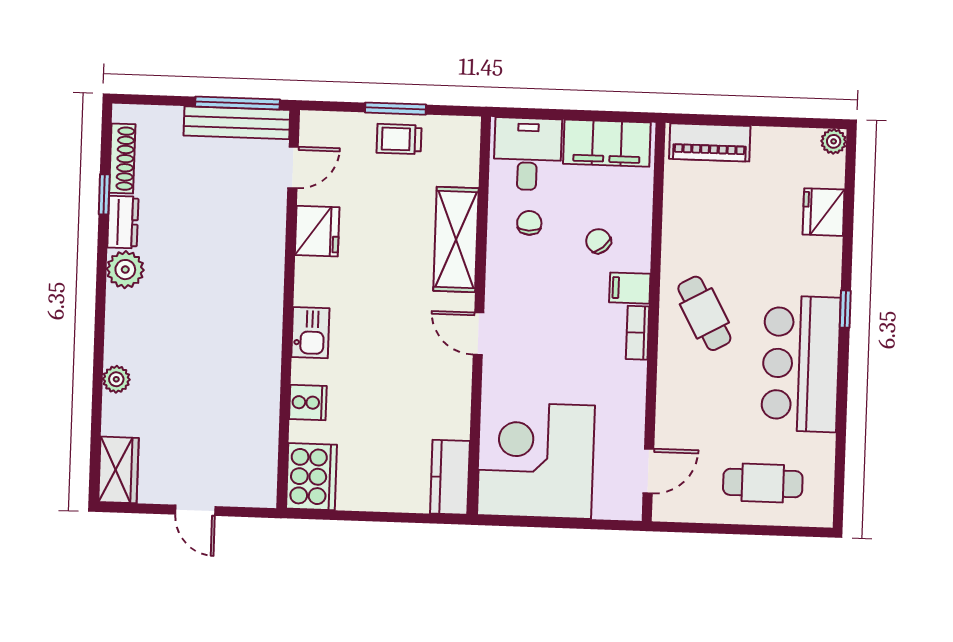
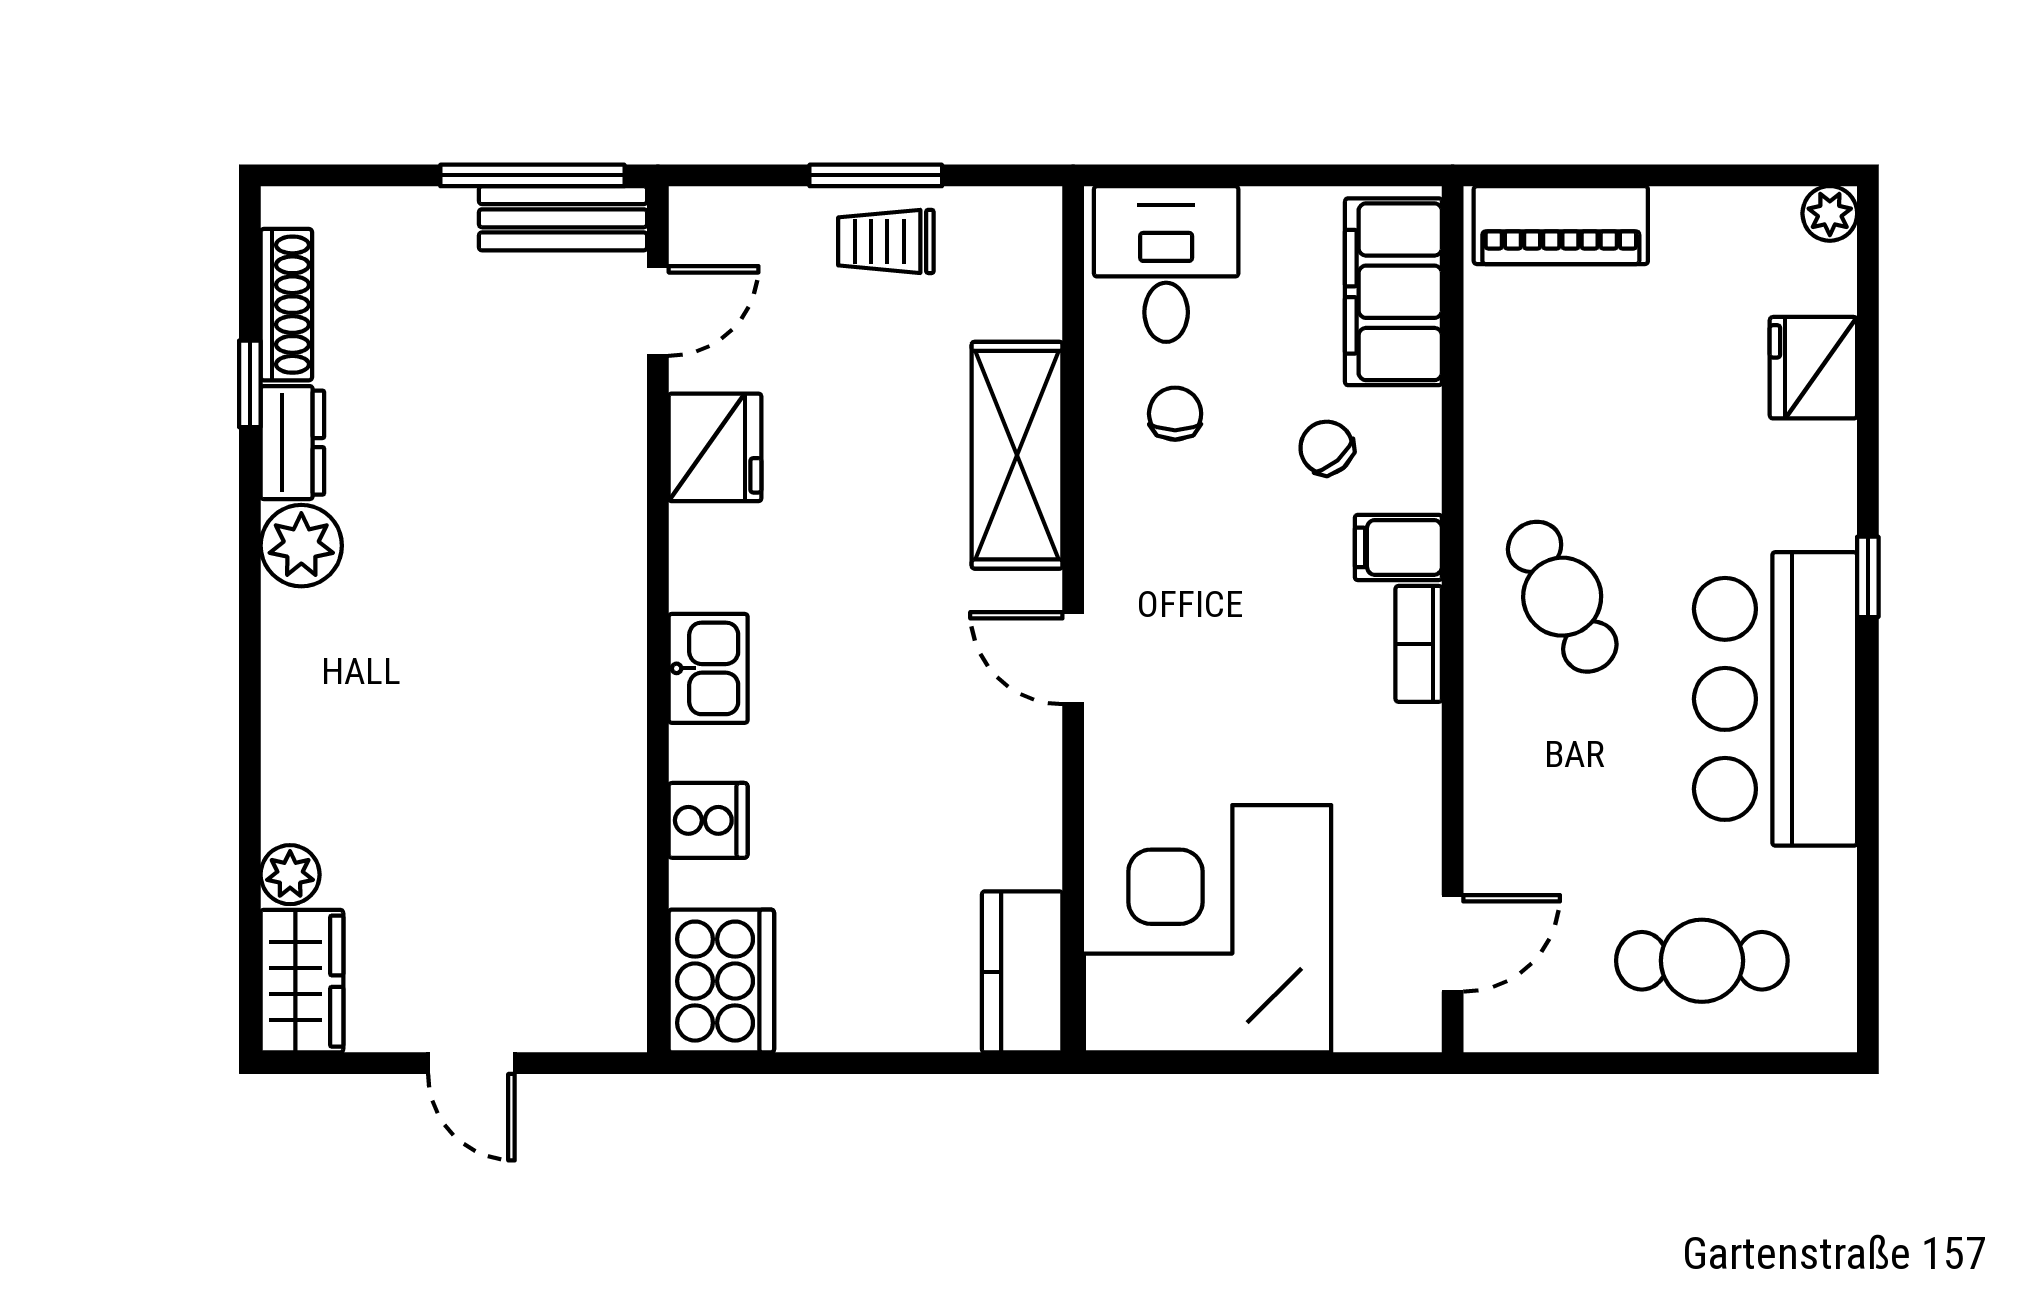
bench: (237, 123) -> (563, 218), width x0.73
filing cabinet: (607, 143) -> (1393, 292), moved, turned 90
plant: (116, 379) -> (290, 875), moved

